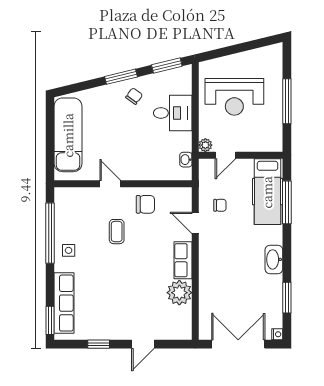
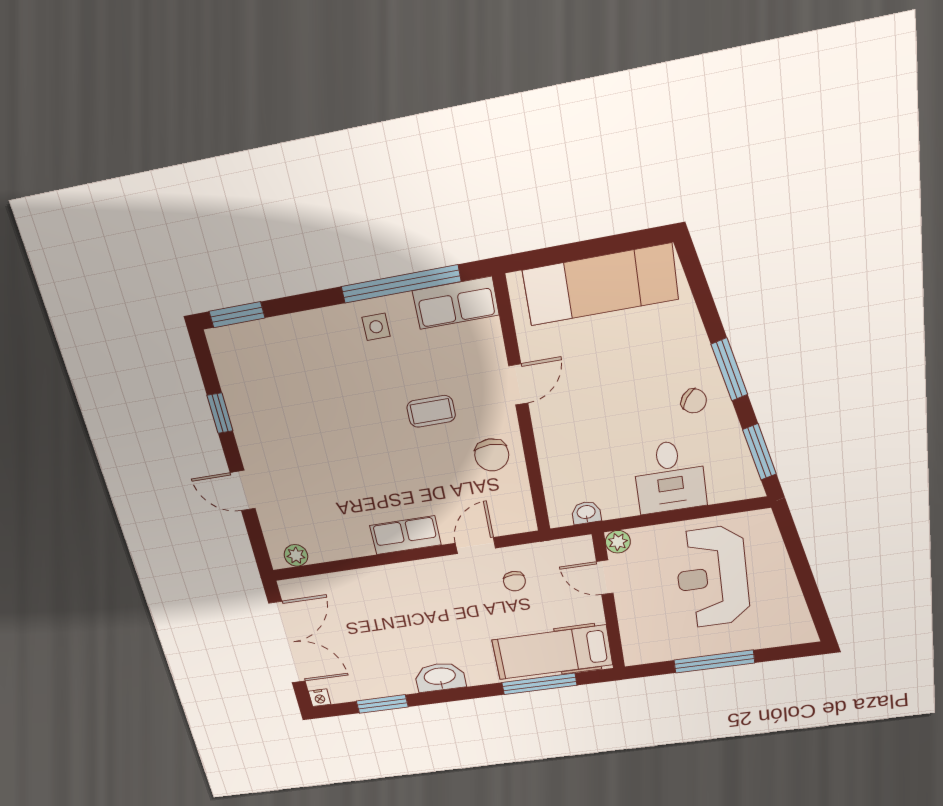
plant: (179, 293) -> (296, 555), moved, width x0.53, depth x0.53
row of seats: (64, 303) -> (456, 303), moved, width x0.68

